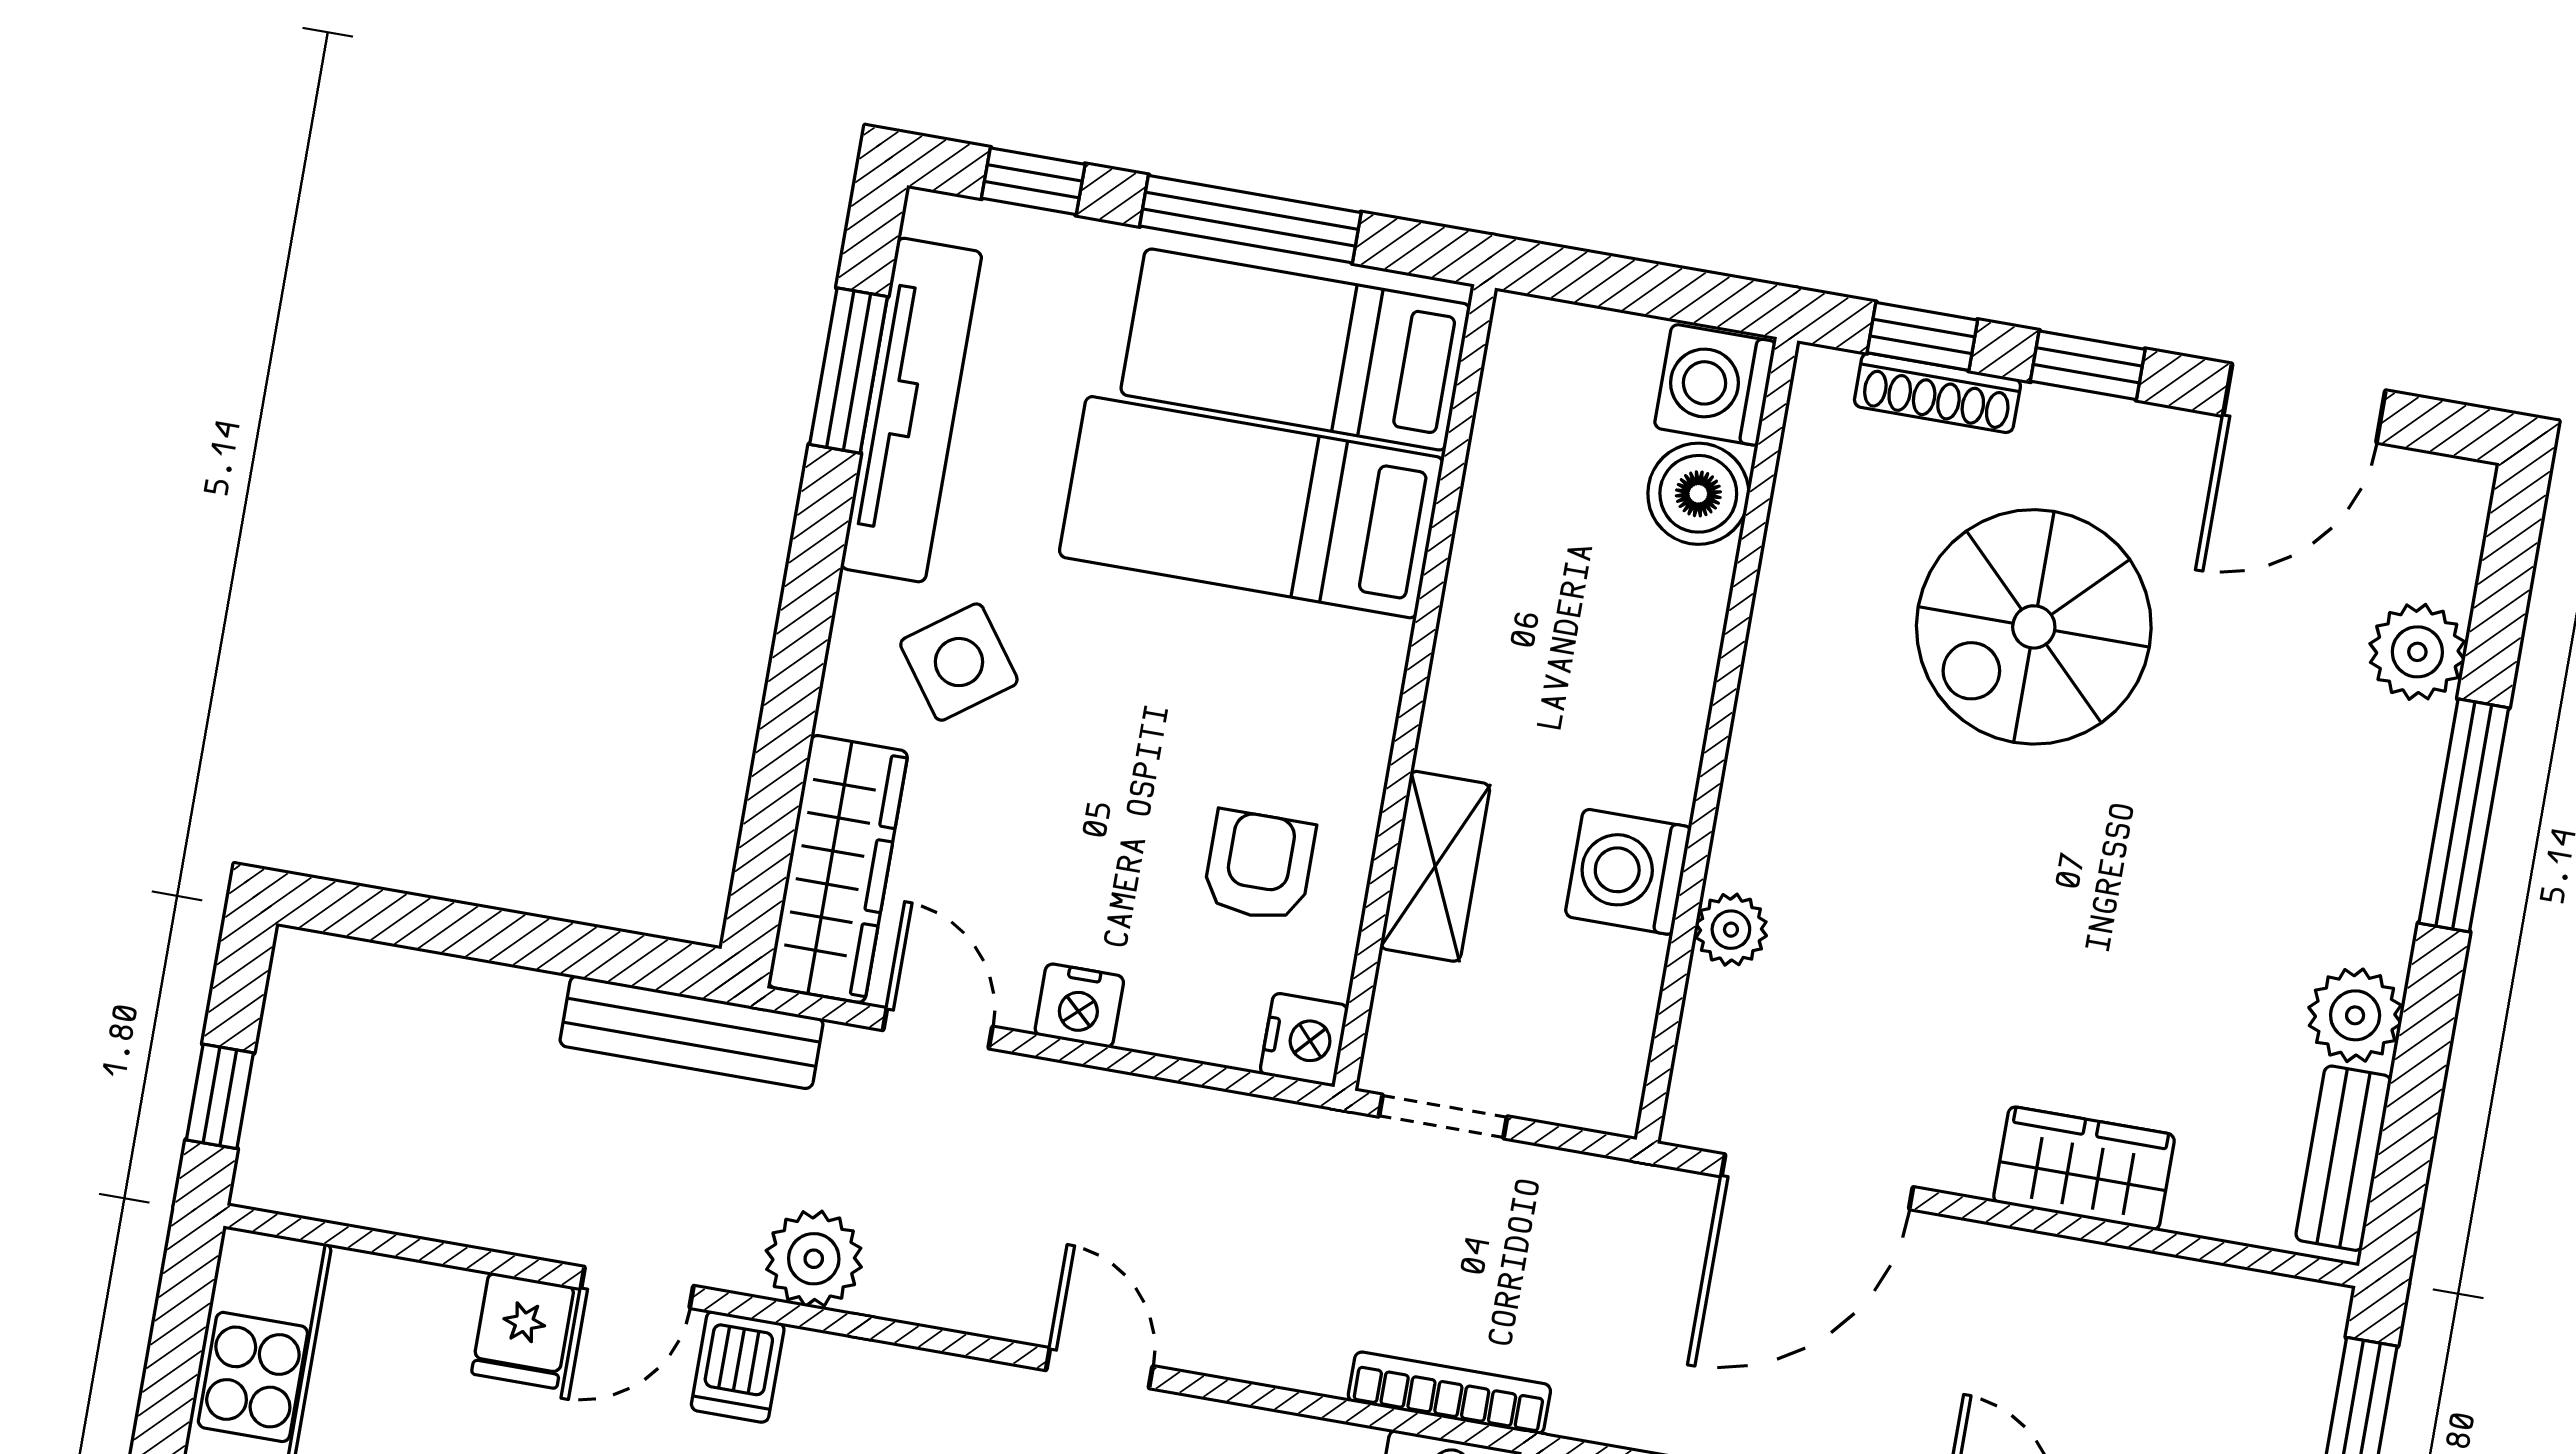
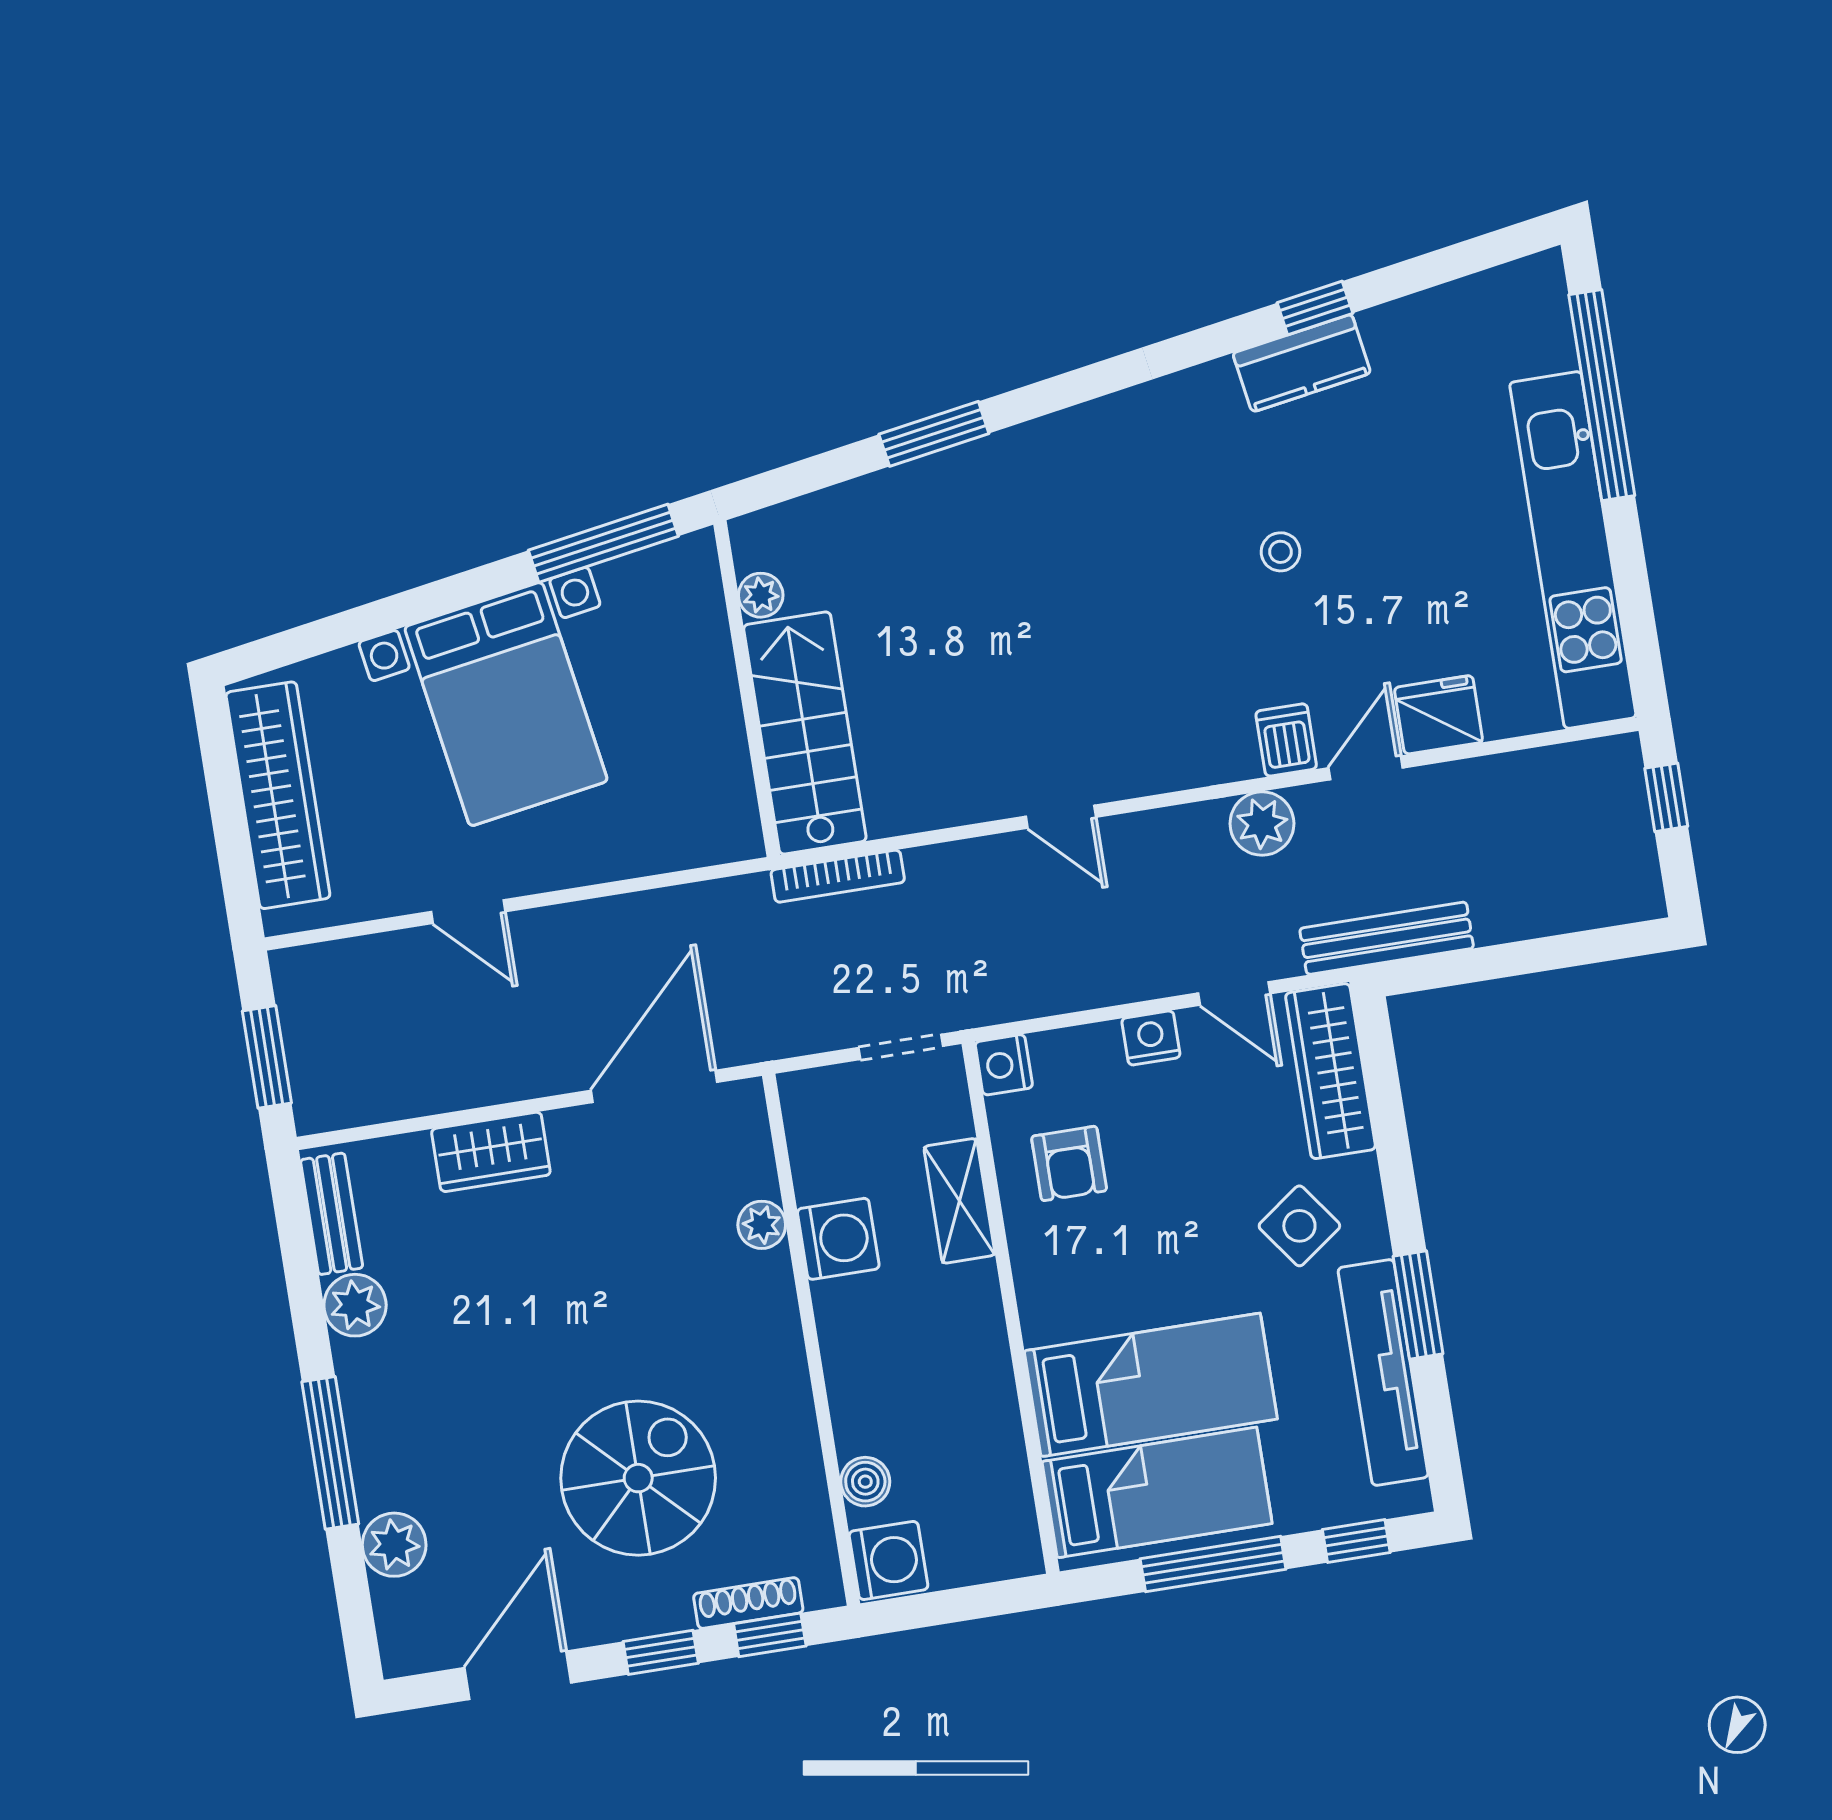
window: (849, 371) -> (1418, 1305), moved
boiler: (1698, 494) -> (865, 1482), width x0.73, depth x0.73
fridge: (523, 1330) -> (1438, 715), width x1.38

